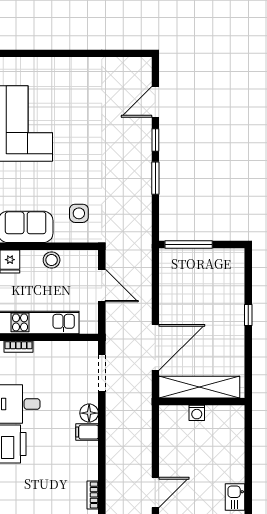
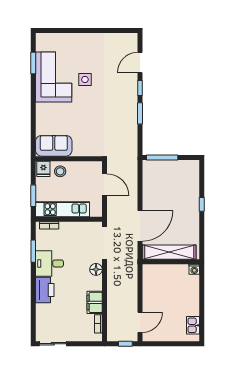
side table: (79, 213) -> (85, 79), moved
stool: (52, 260) -> (60, 171), moved
doorway: (102, 373) -> (104, 243), width x1.36
washing machine: (197, 413) -> (194, 269), moved
filing cabinet: (87, 432) -> (95, 302), moved, width x2.00

